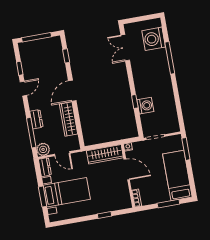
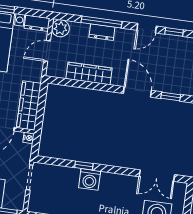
double door: (125, 48) -> (157, 176), swing flipped
door: (23, 89) -> (147, 28), hinge flipped
door: (72, 91) -> (137, 92), moved
washing machine: (145, 106) -> (90, 179), moved
window: (31, 133) -> (101, 22), moved

